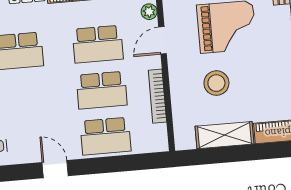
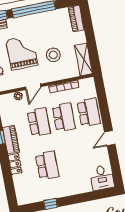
door: (163, 40) -> (33, 87), hinge flipped
shelving: (224, 135) -> (84, 59), moved

